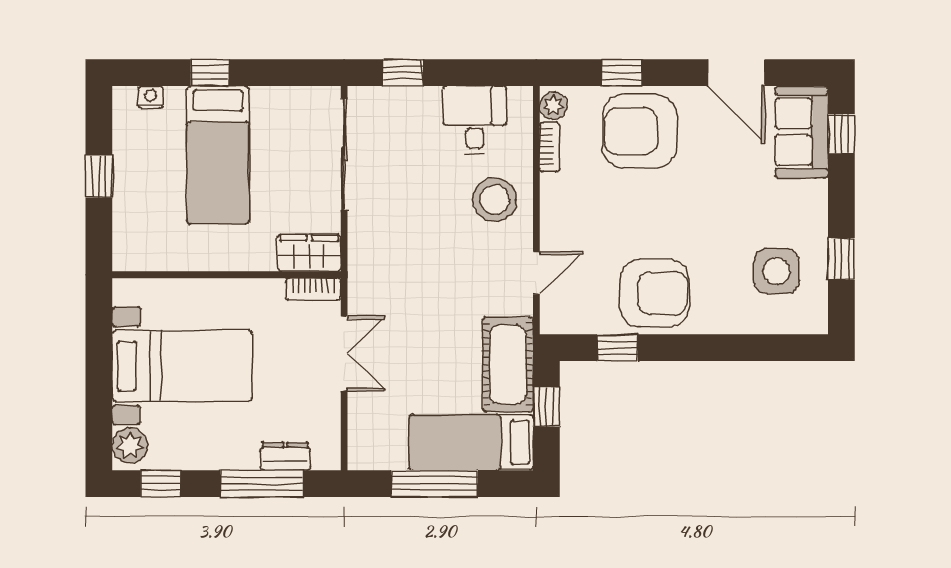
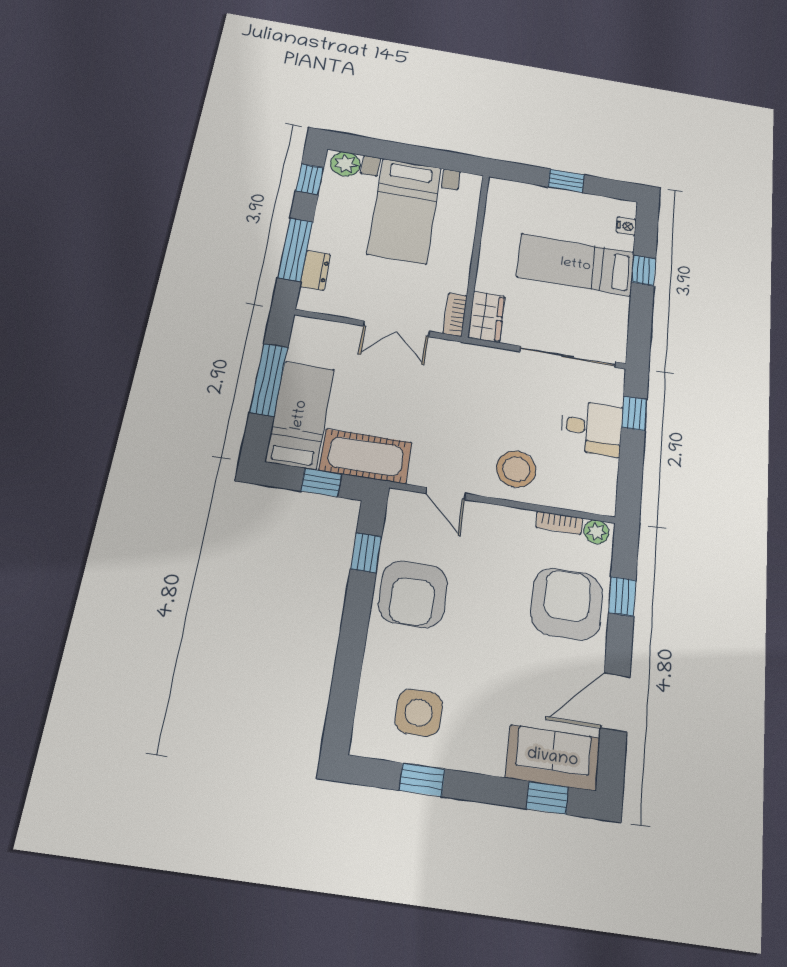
desk: (475, 120) -> (592, 428), moved

